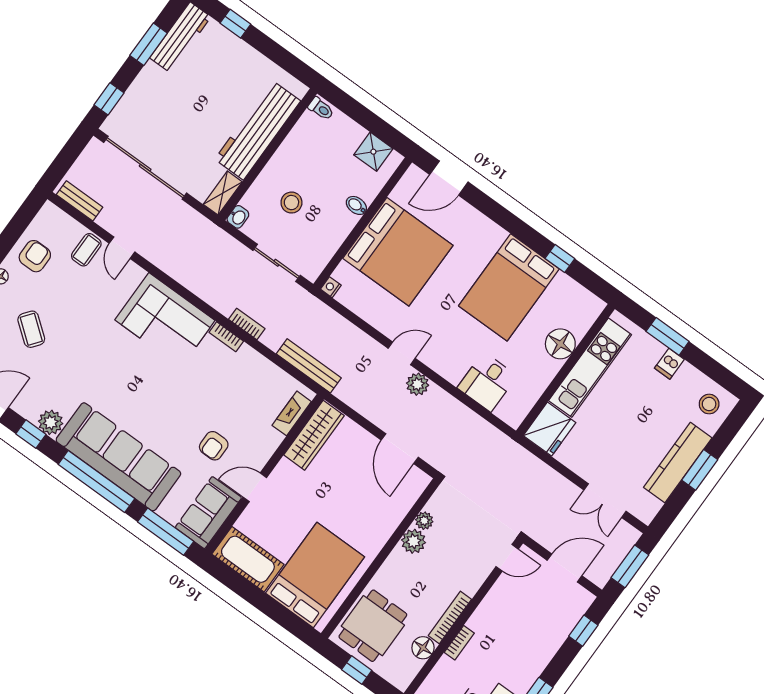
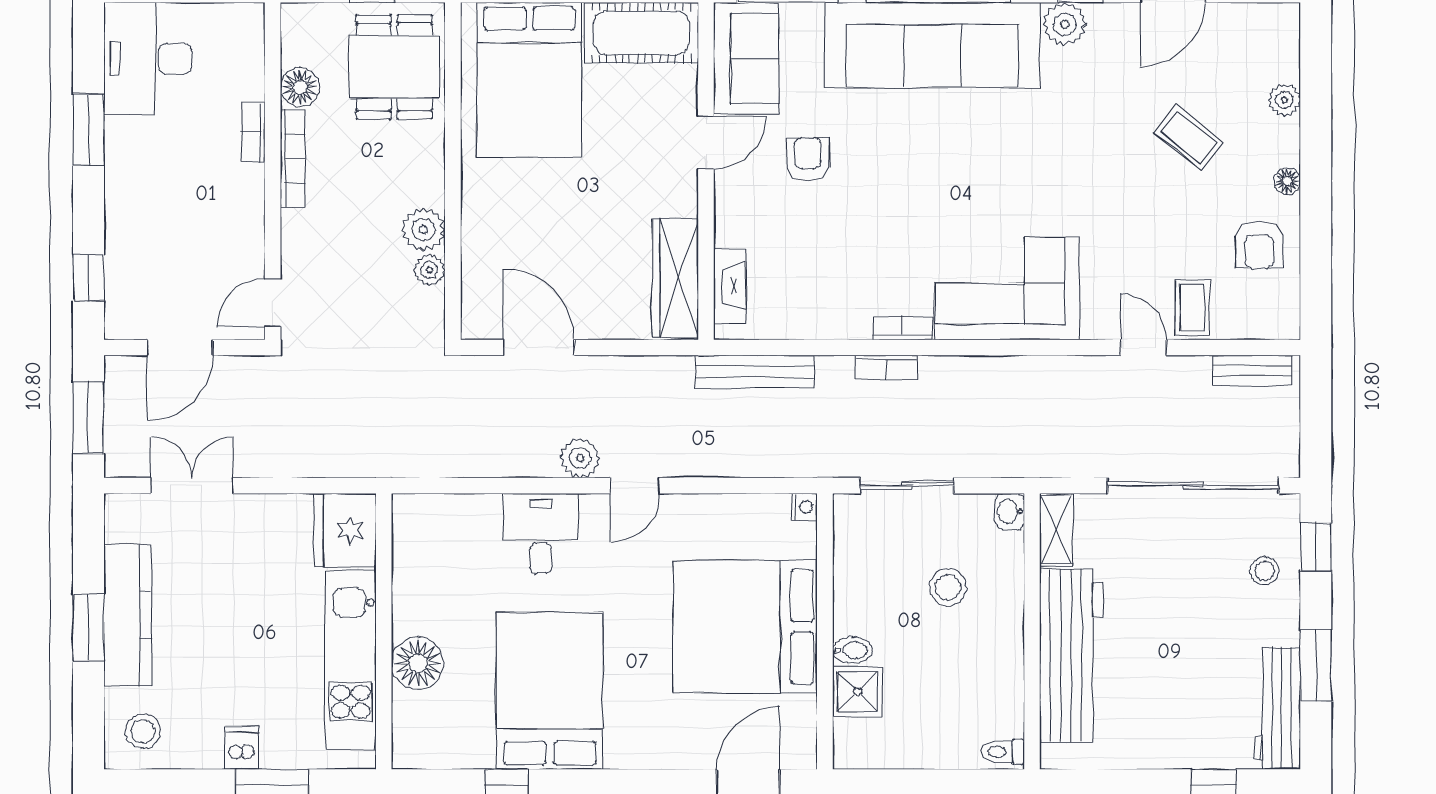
stool: (141, 105) -> (1265, 571), added
shower: (373, 152) -> (858, 692), moved
desk: (487, 382) -> (541, 533), moved

